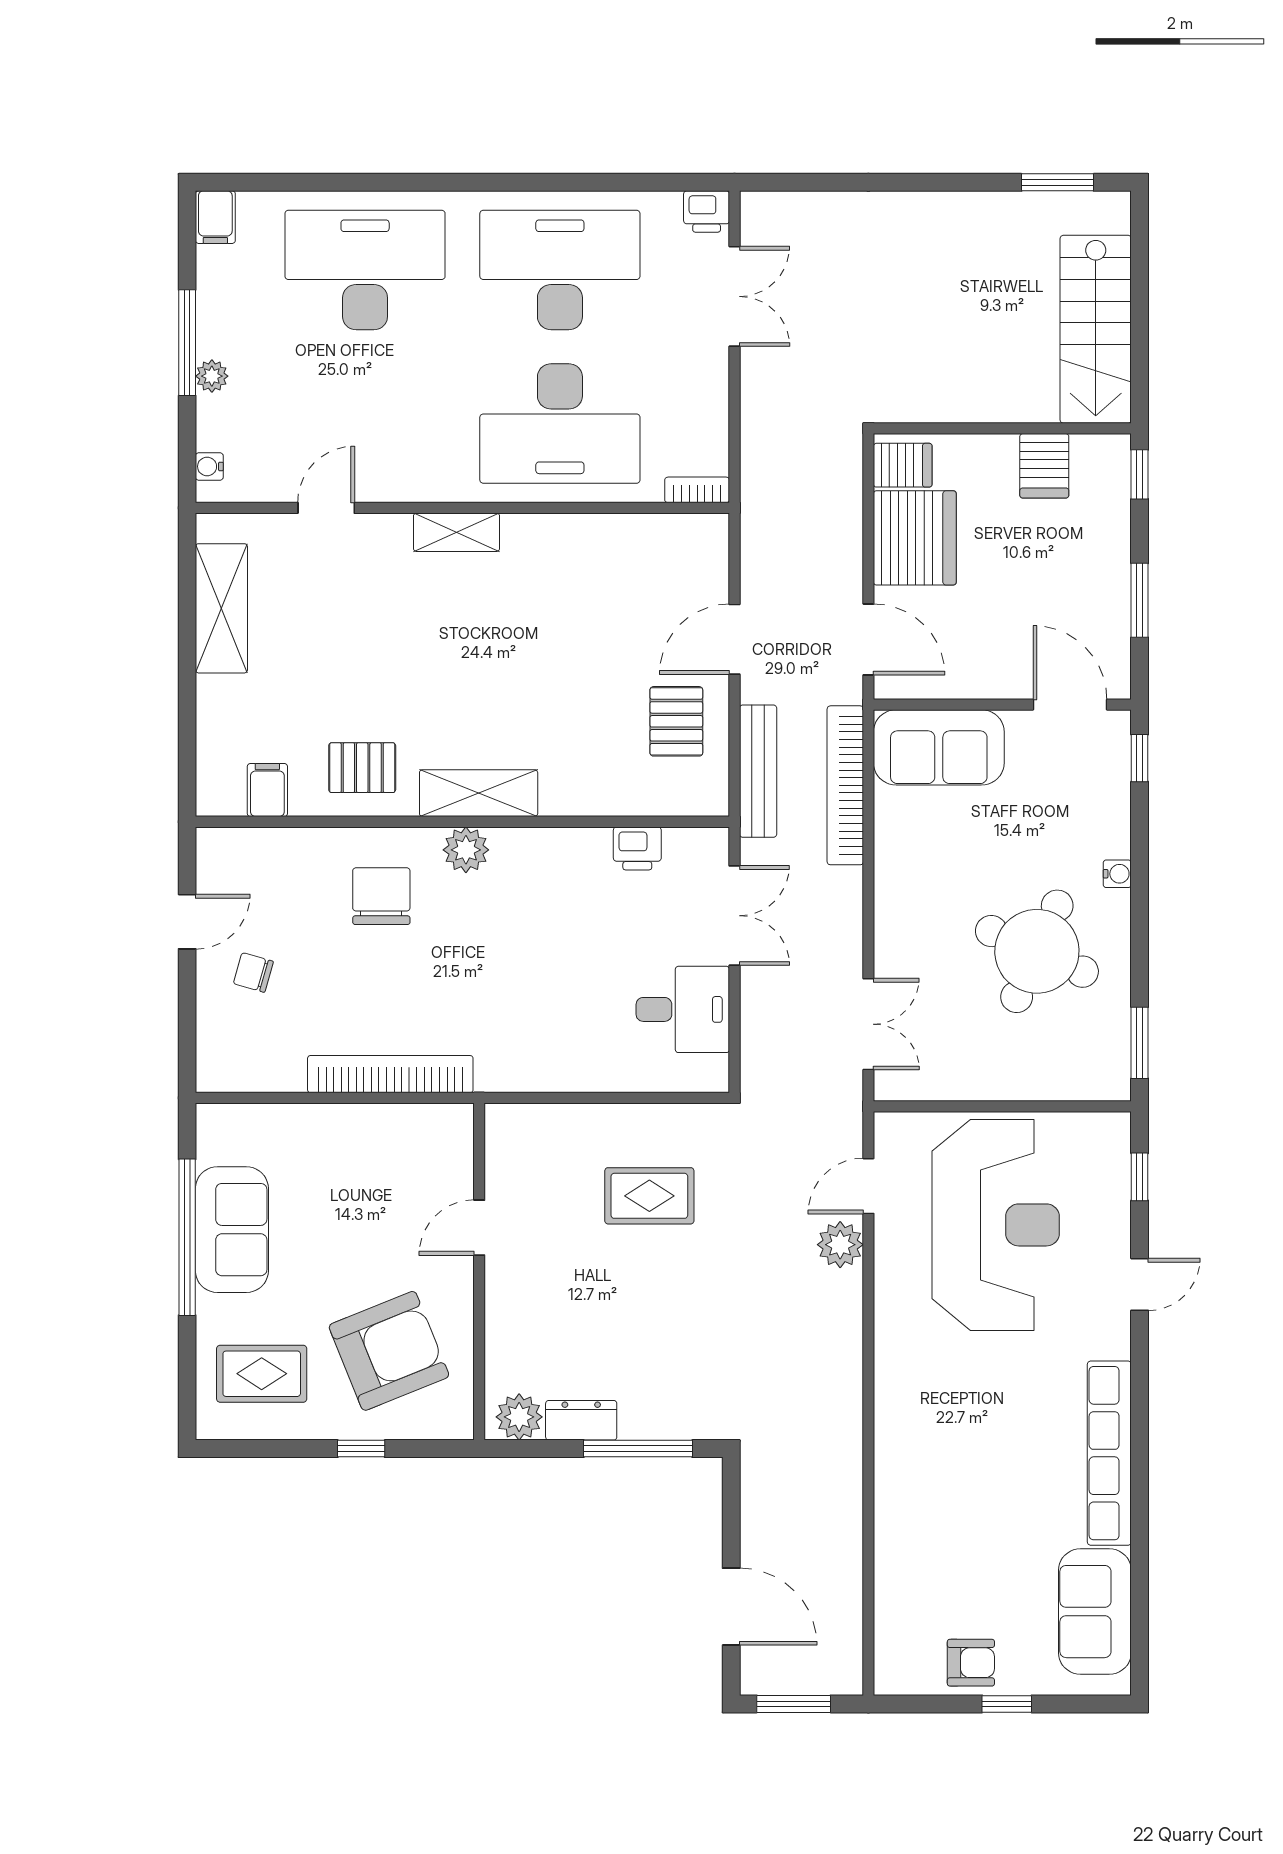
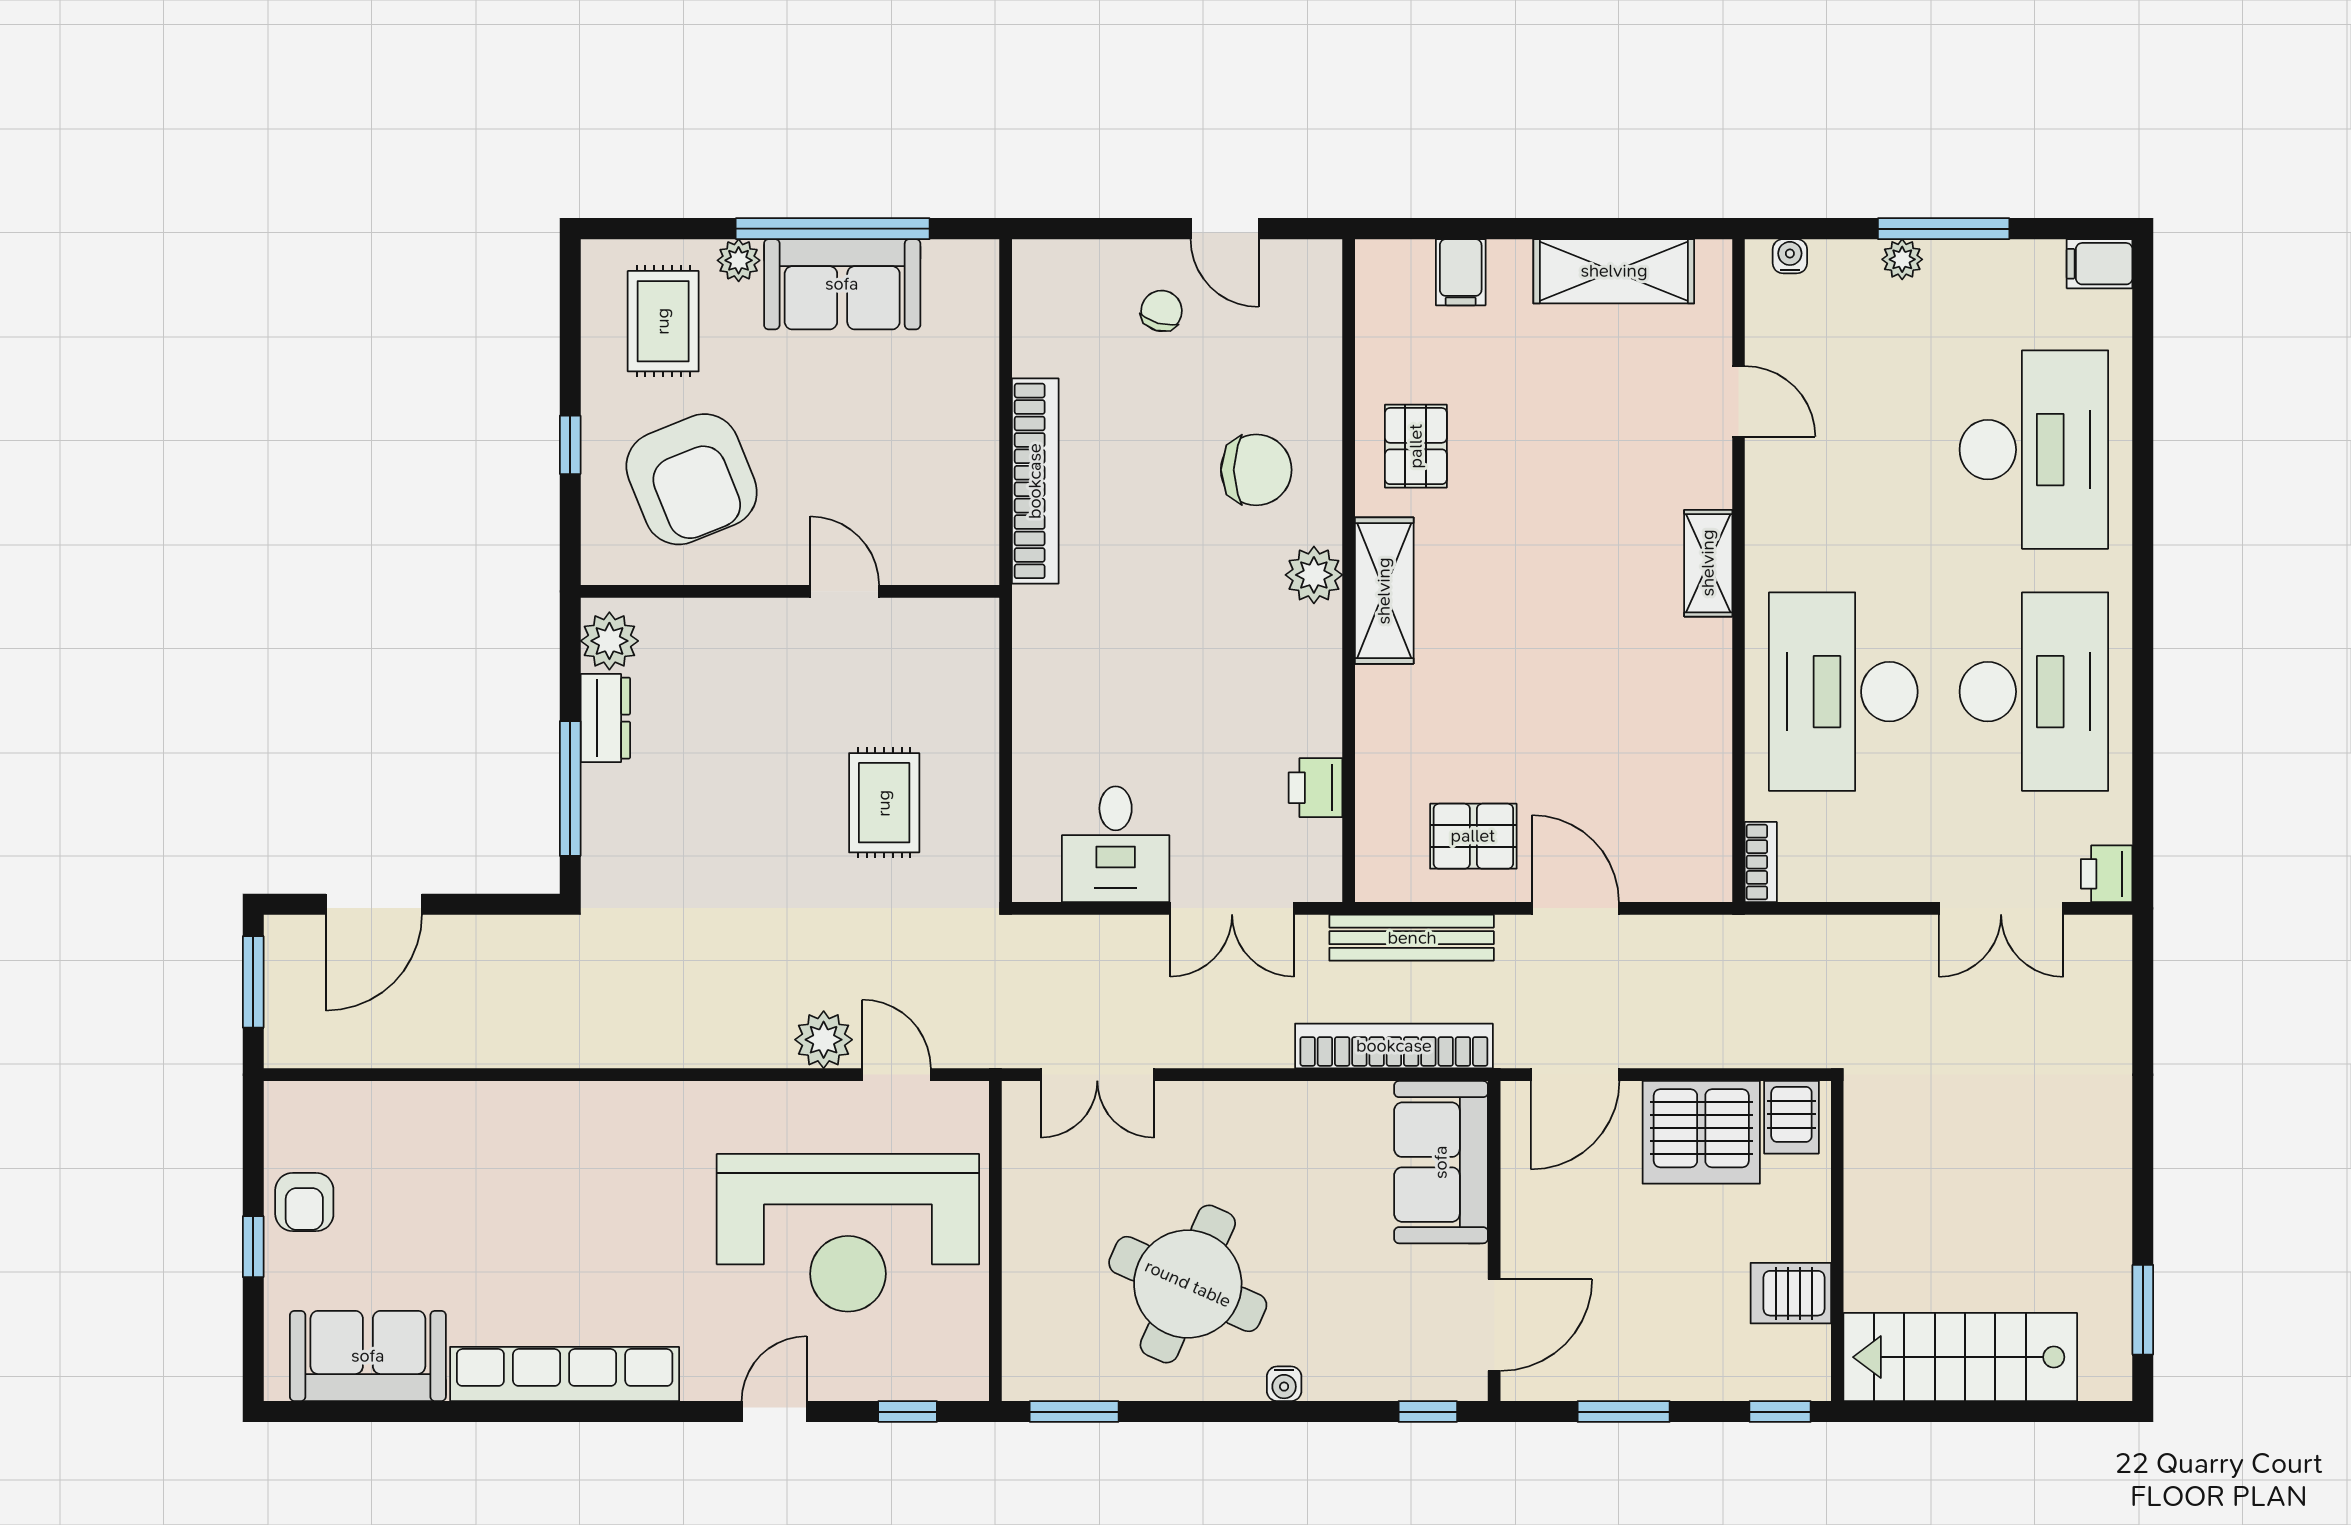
filing cabinet: (267, 790) -> (1461, 272), moved, turned 90
door: (1140, 1284) -> (774, 1412), swing flipped
plant: (213, 1313) -> (739, 260), added

